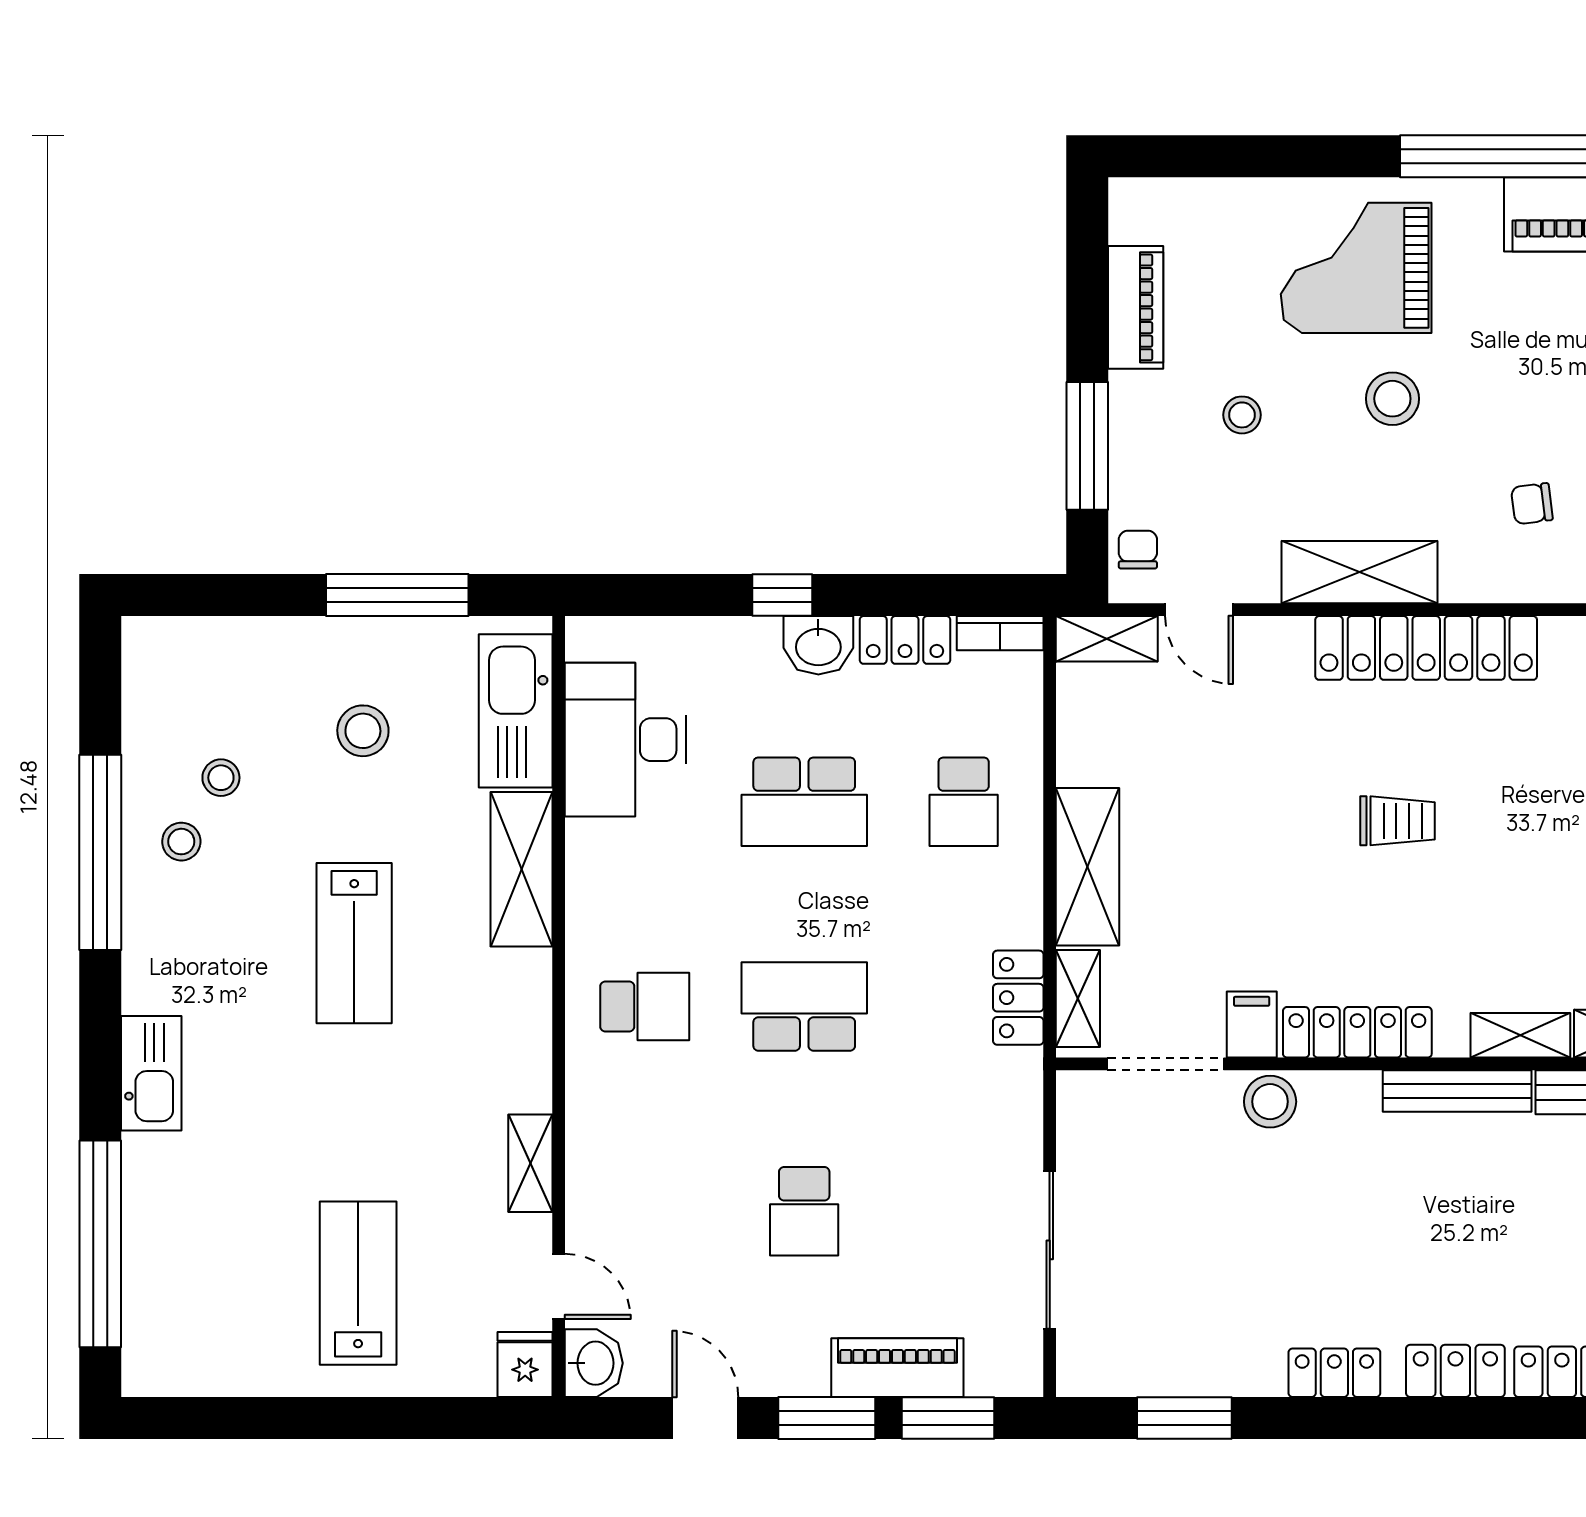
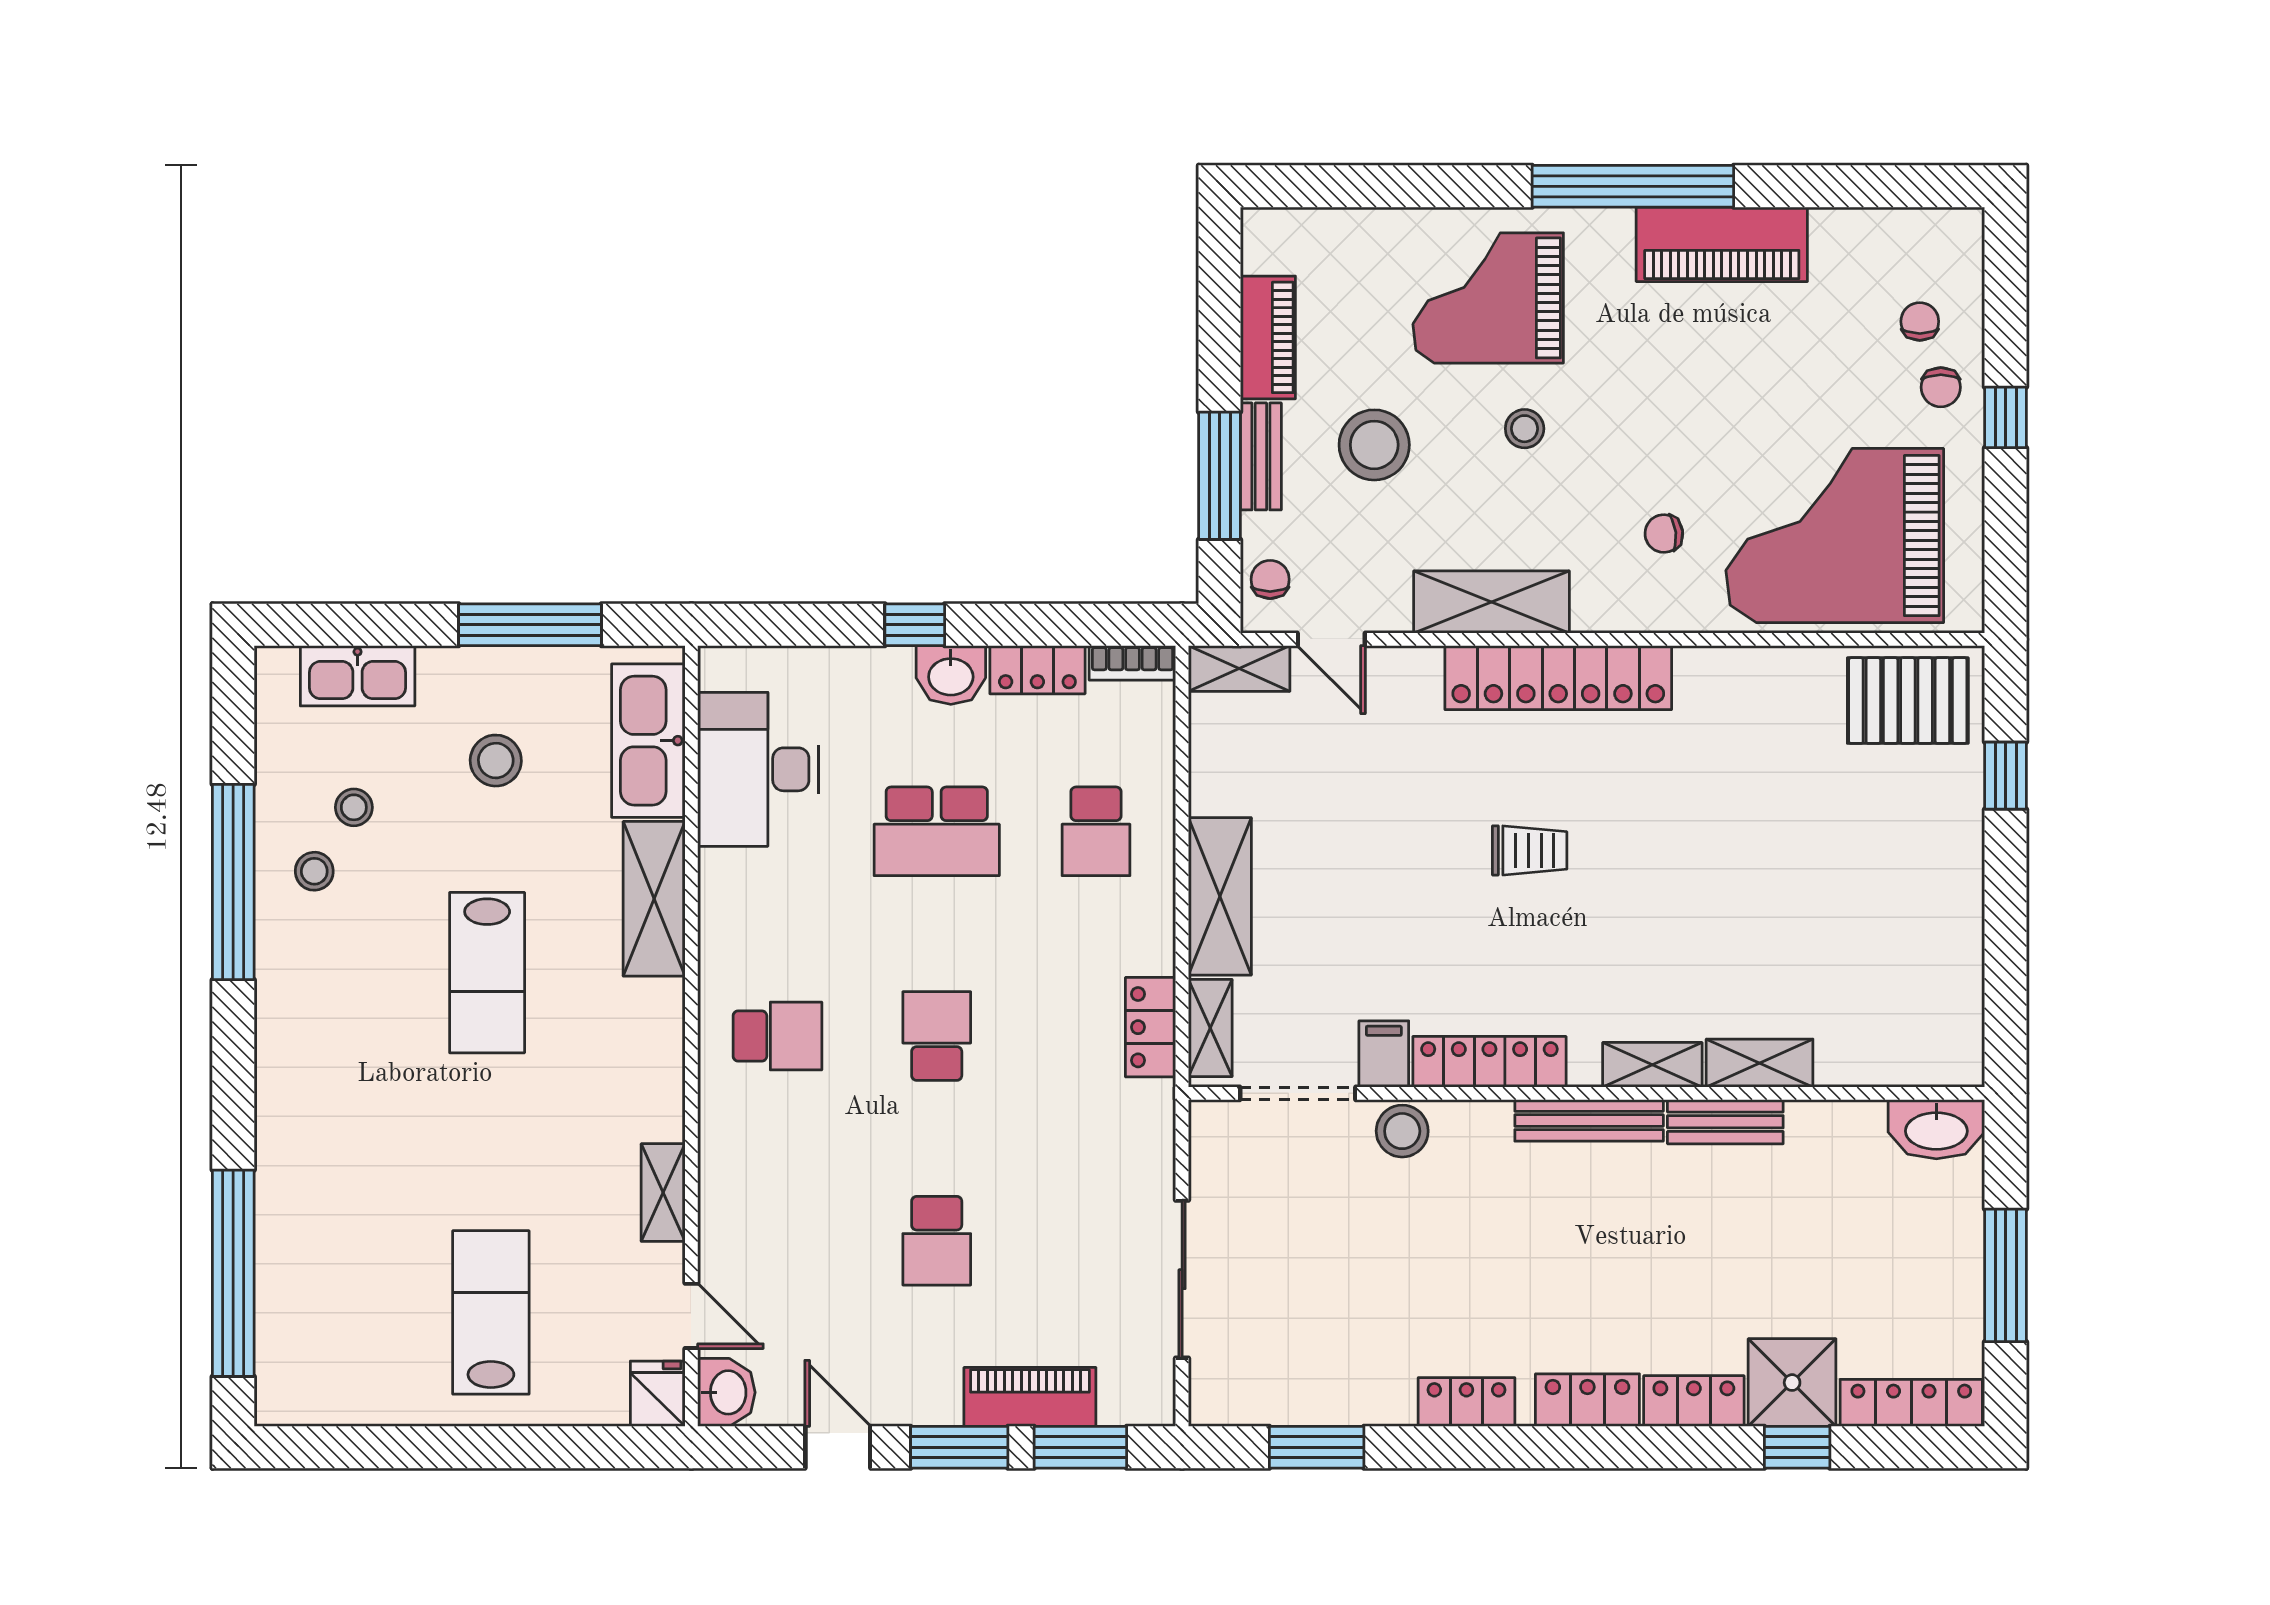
stool: (1392, 399) -> (1525, 429), width x0.73, depth x0.73
stool: (1242, 415) -> (1374, 445), width x1.89, depth x1.89
bench: (1129, 427) -> (1261, 456), added
school desk: (804, 1006) -> (937, 1036), width x0.54
kitchen sink: (151, 1073) -> (358, 676), moved, turned 90

